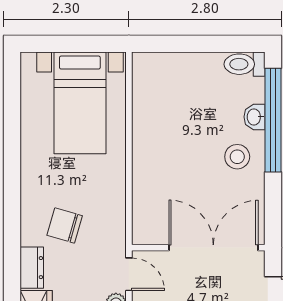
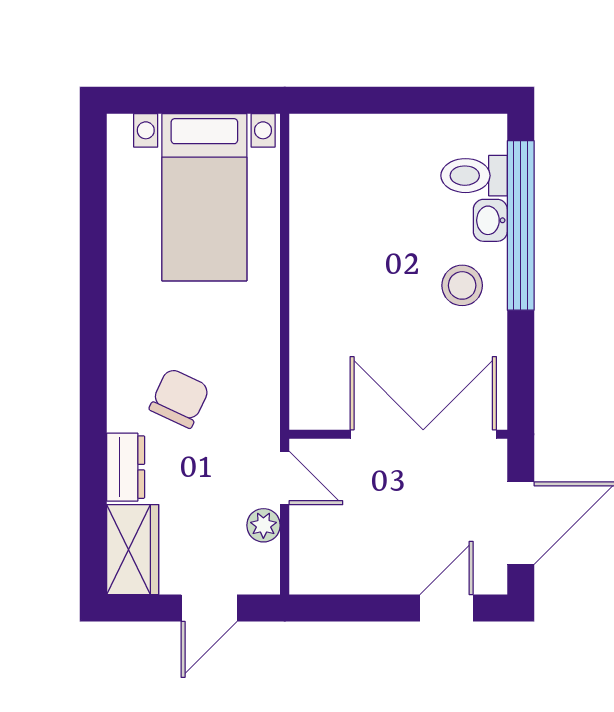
toilet: (245, 64) -> (474, 176), moved
chair: (65, 226) -> (179, 398), turned 99

